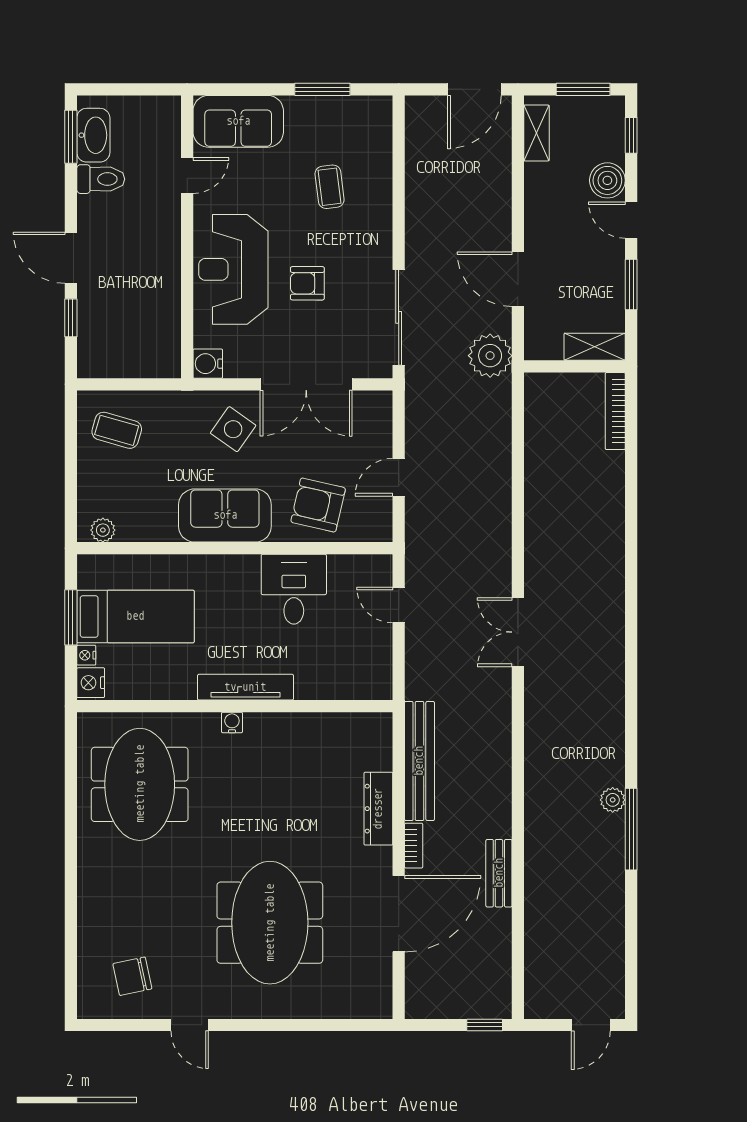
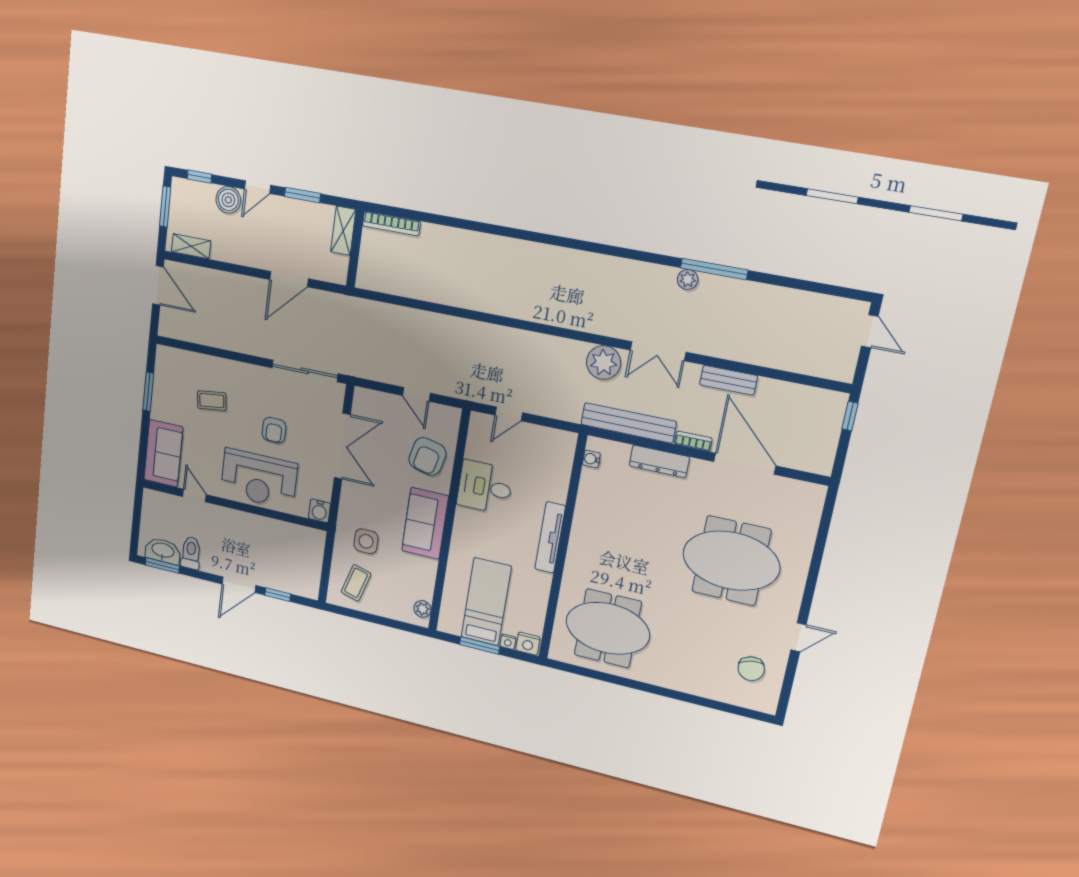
plant: (490, 356) -> (604, 363), moved
side table: (233, 429) -> (366, 541), moved, turned -35
double door: (518, 632) -> (658, 351), moved
water cooler: (232, 722) -> (591, 459), moved

